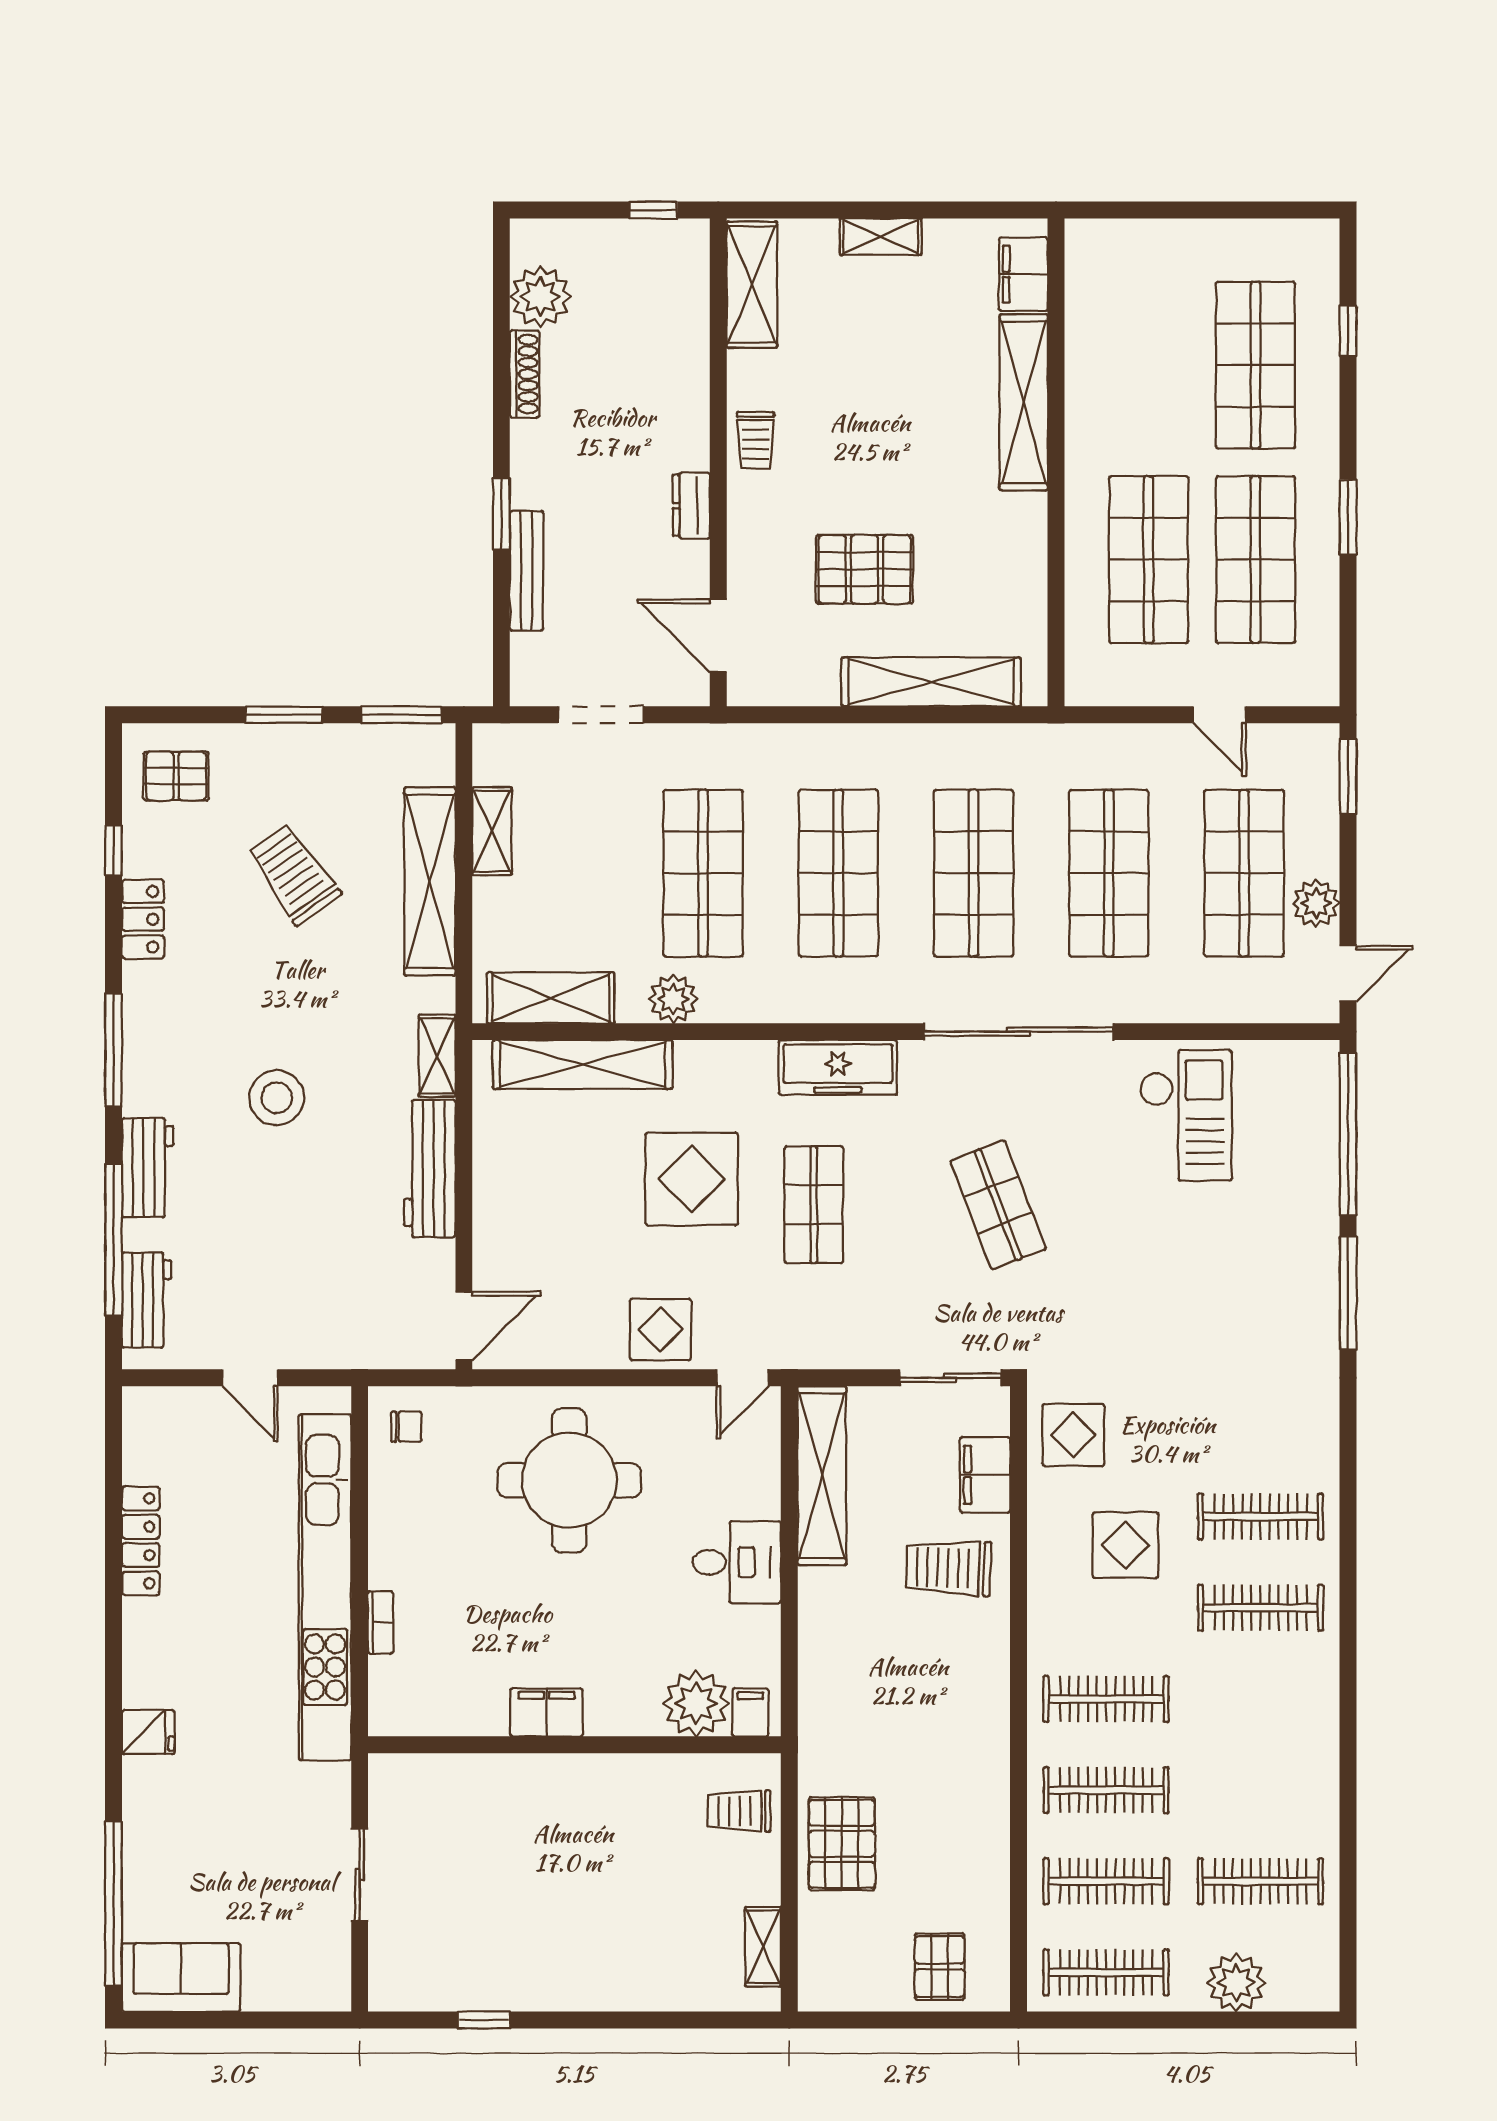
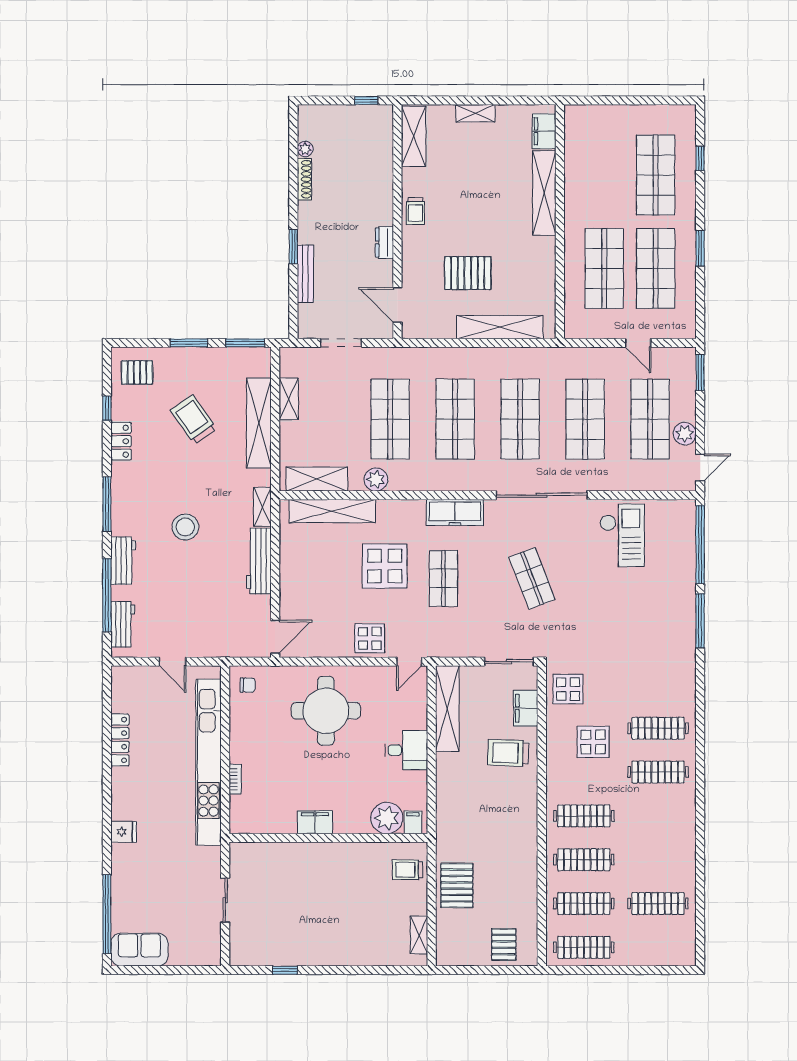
plant: (540, 297) -> (305, 149), width x0.53, depth x0.53
plant: (1236, 1983) -> (646, 952), removed

